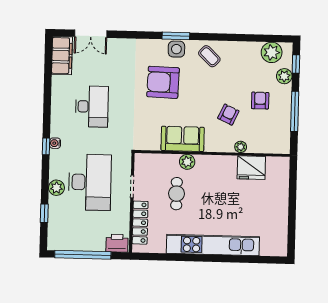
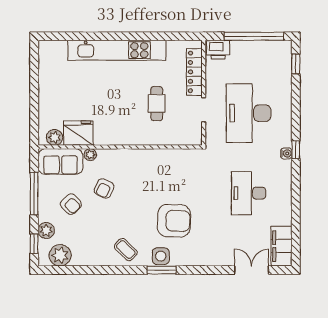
armchair: (260, 101) -> (71, 204), turned -44
sofa: (183, 139) -> (60, 161), moved
plant: (187, 162) -> (55, 137), moved
plant: (56, 188) -> (284, 106), removed
window: (44, 213) -> (296, 64), moved

